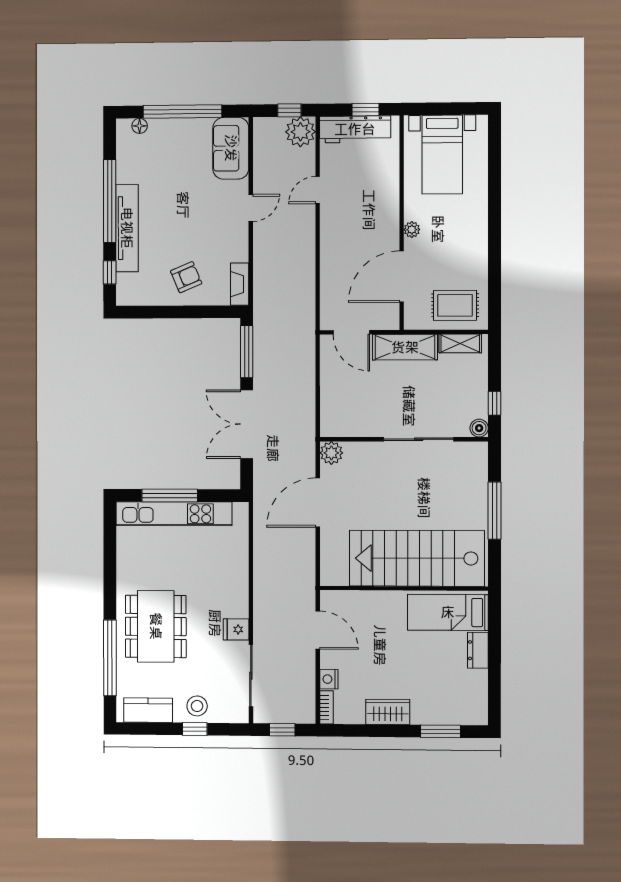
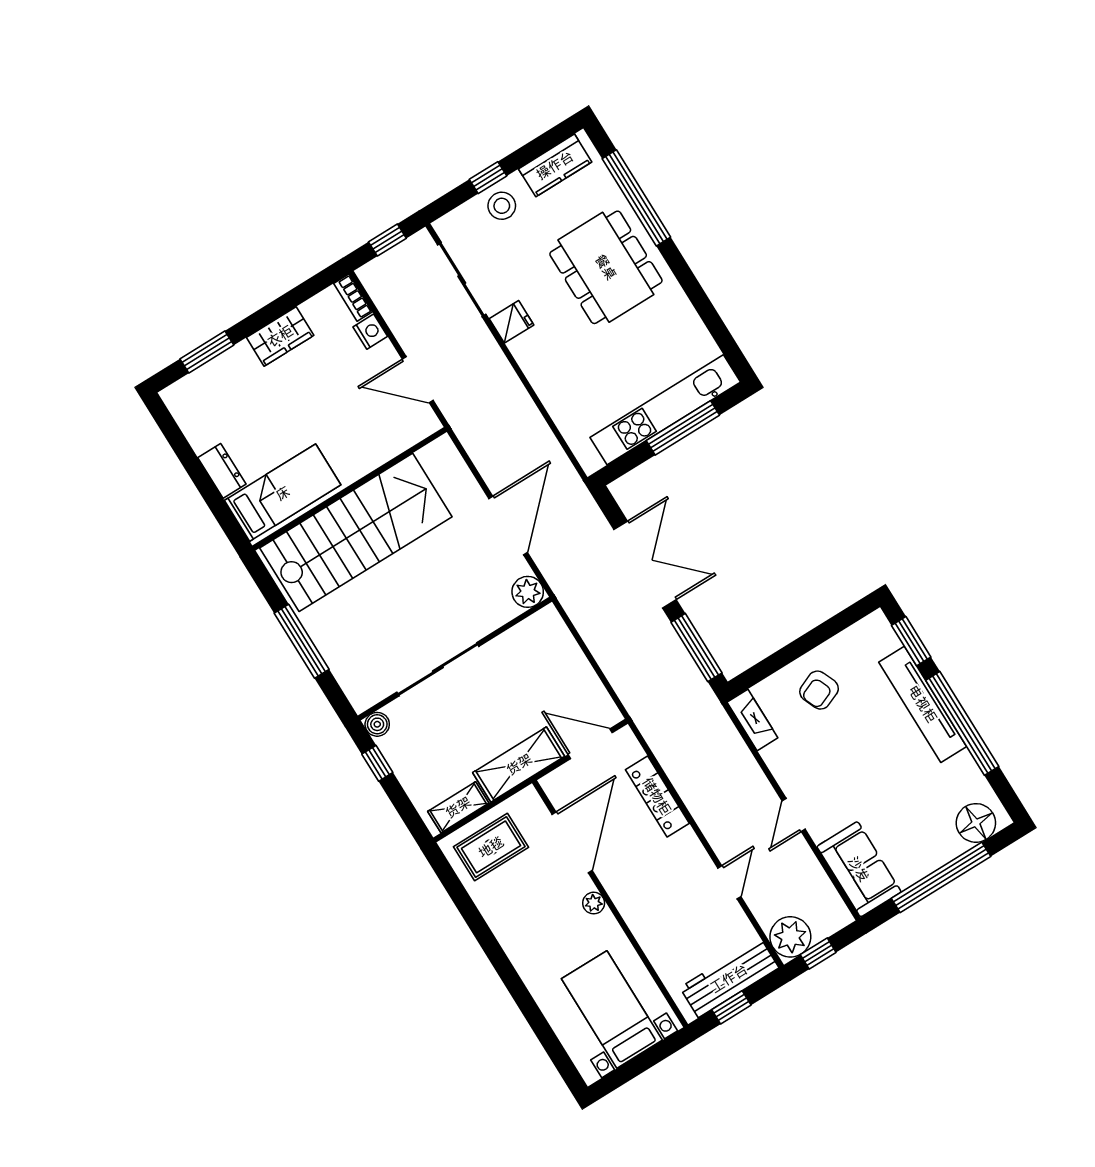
floor lamp: (140, 126) -> (976, 823), width x1.89, depth x1.89
window: (110, 272) -> (911, 641), width x1.50
locker: (330, 273) -> (657, 796), added

